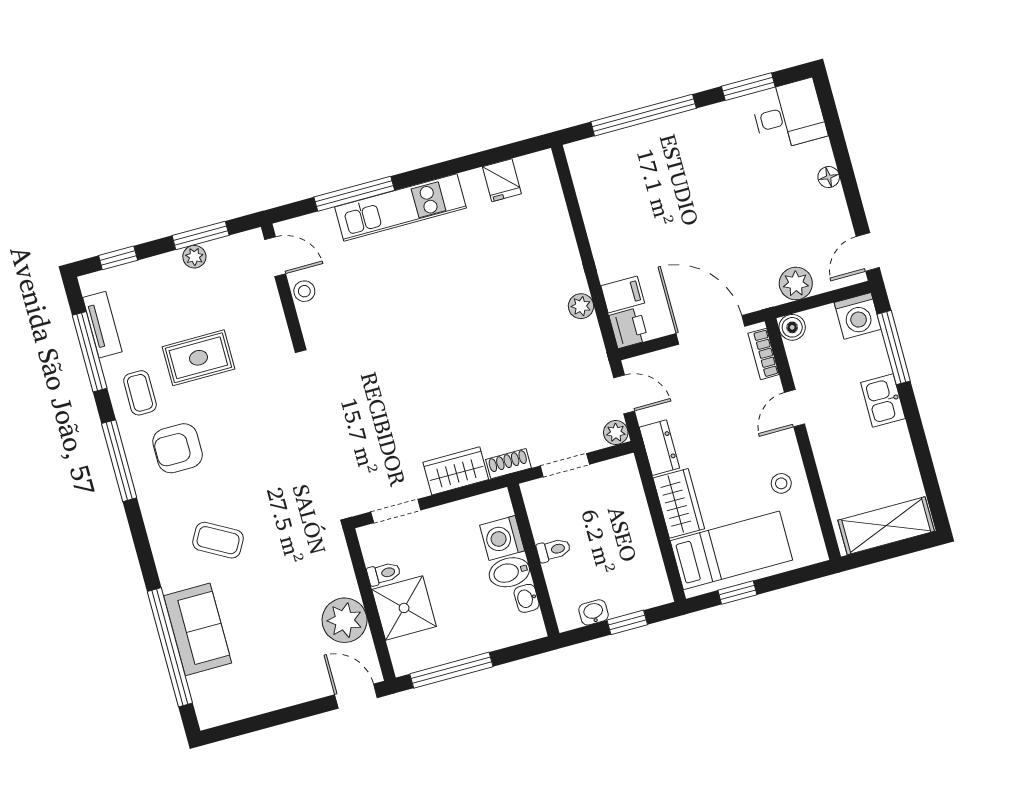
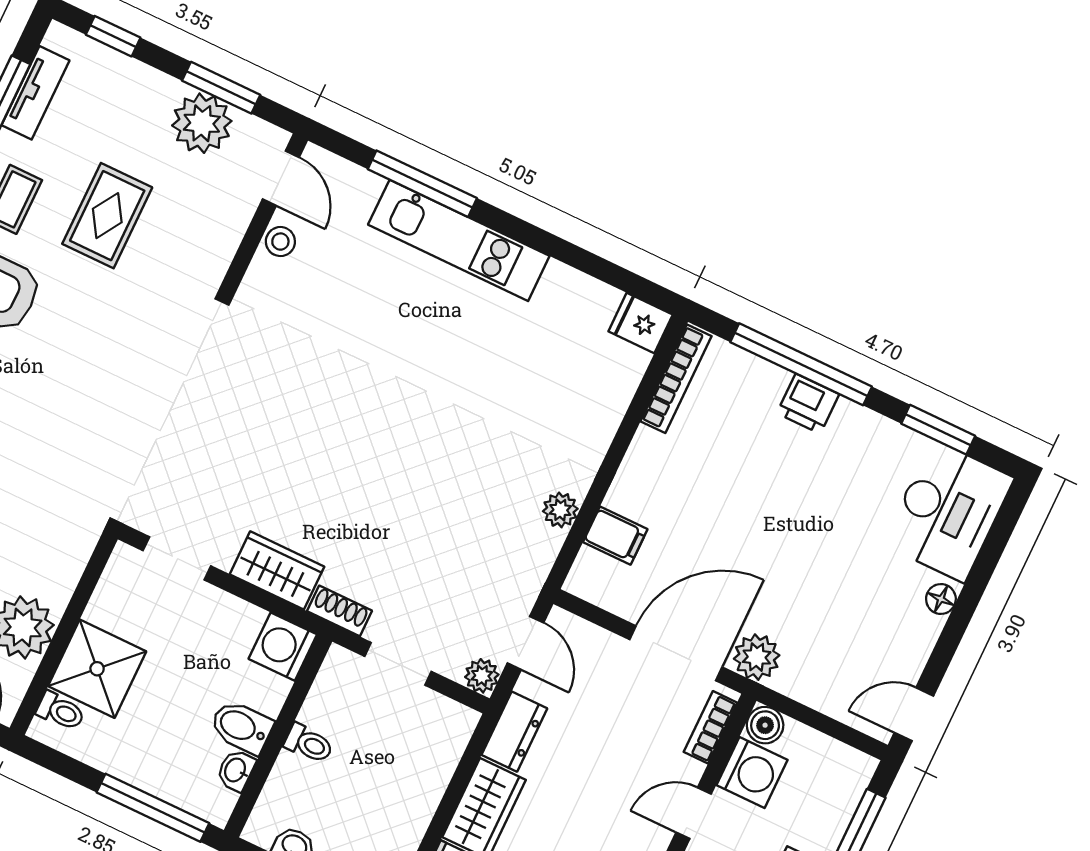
desk: (789, 115) -> (948, 511), width x1.37
fridge: (502, 180) -> (641, 323), moved, turned 90
bookcase: (583, 181) -> (676, 379), added
plant: (194, 257) -> (202, 123), width x1.88, depth x1.88
plant: (796, 283) -> (757, 657), moved
washing machine: (858, 316) -> (752, 772), moved, turned -90
printer: (629, 328) -> (808, 404), moved, turned 90
door: (710, 330) -> (676, 653), hinge flipped
rug: (198, 358) -> (107, 216), turned 90
washing machine: (502, 538) -> (283, 647), moved
toilet: (384, 573) -> (61, 711), moved
window: (451, 670) -> (153, 808), moved

